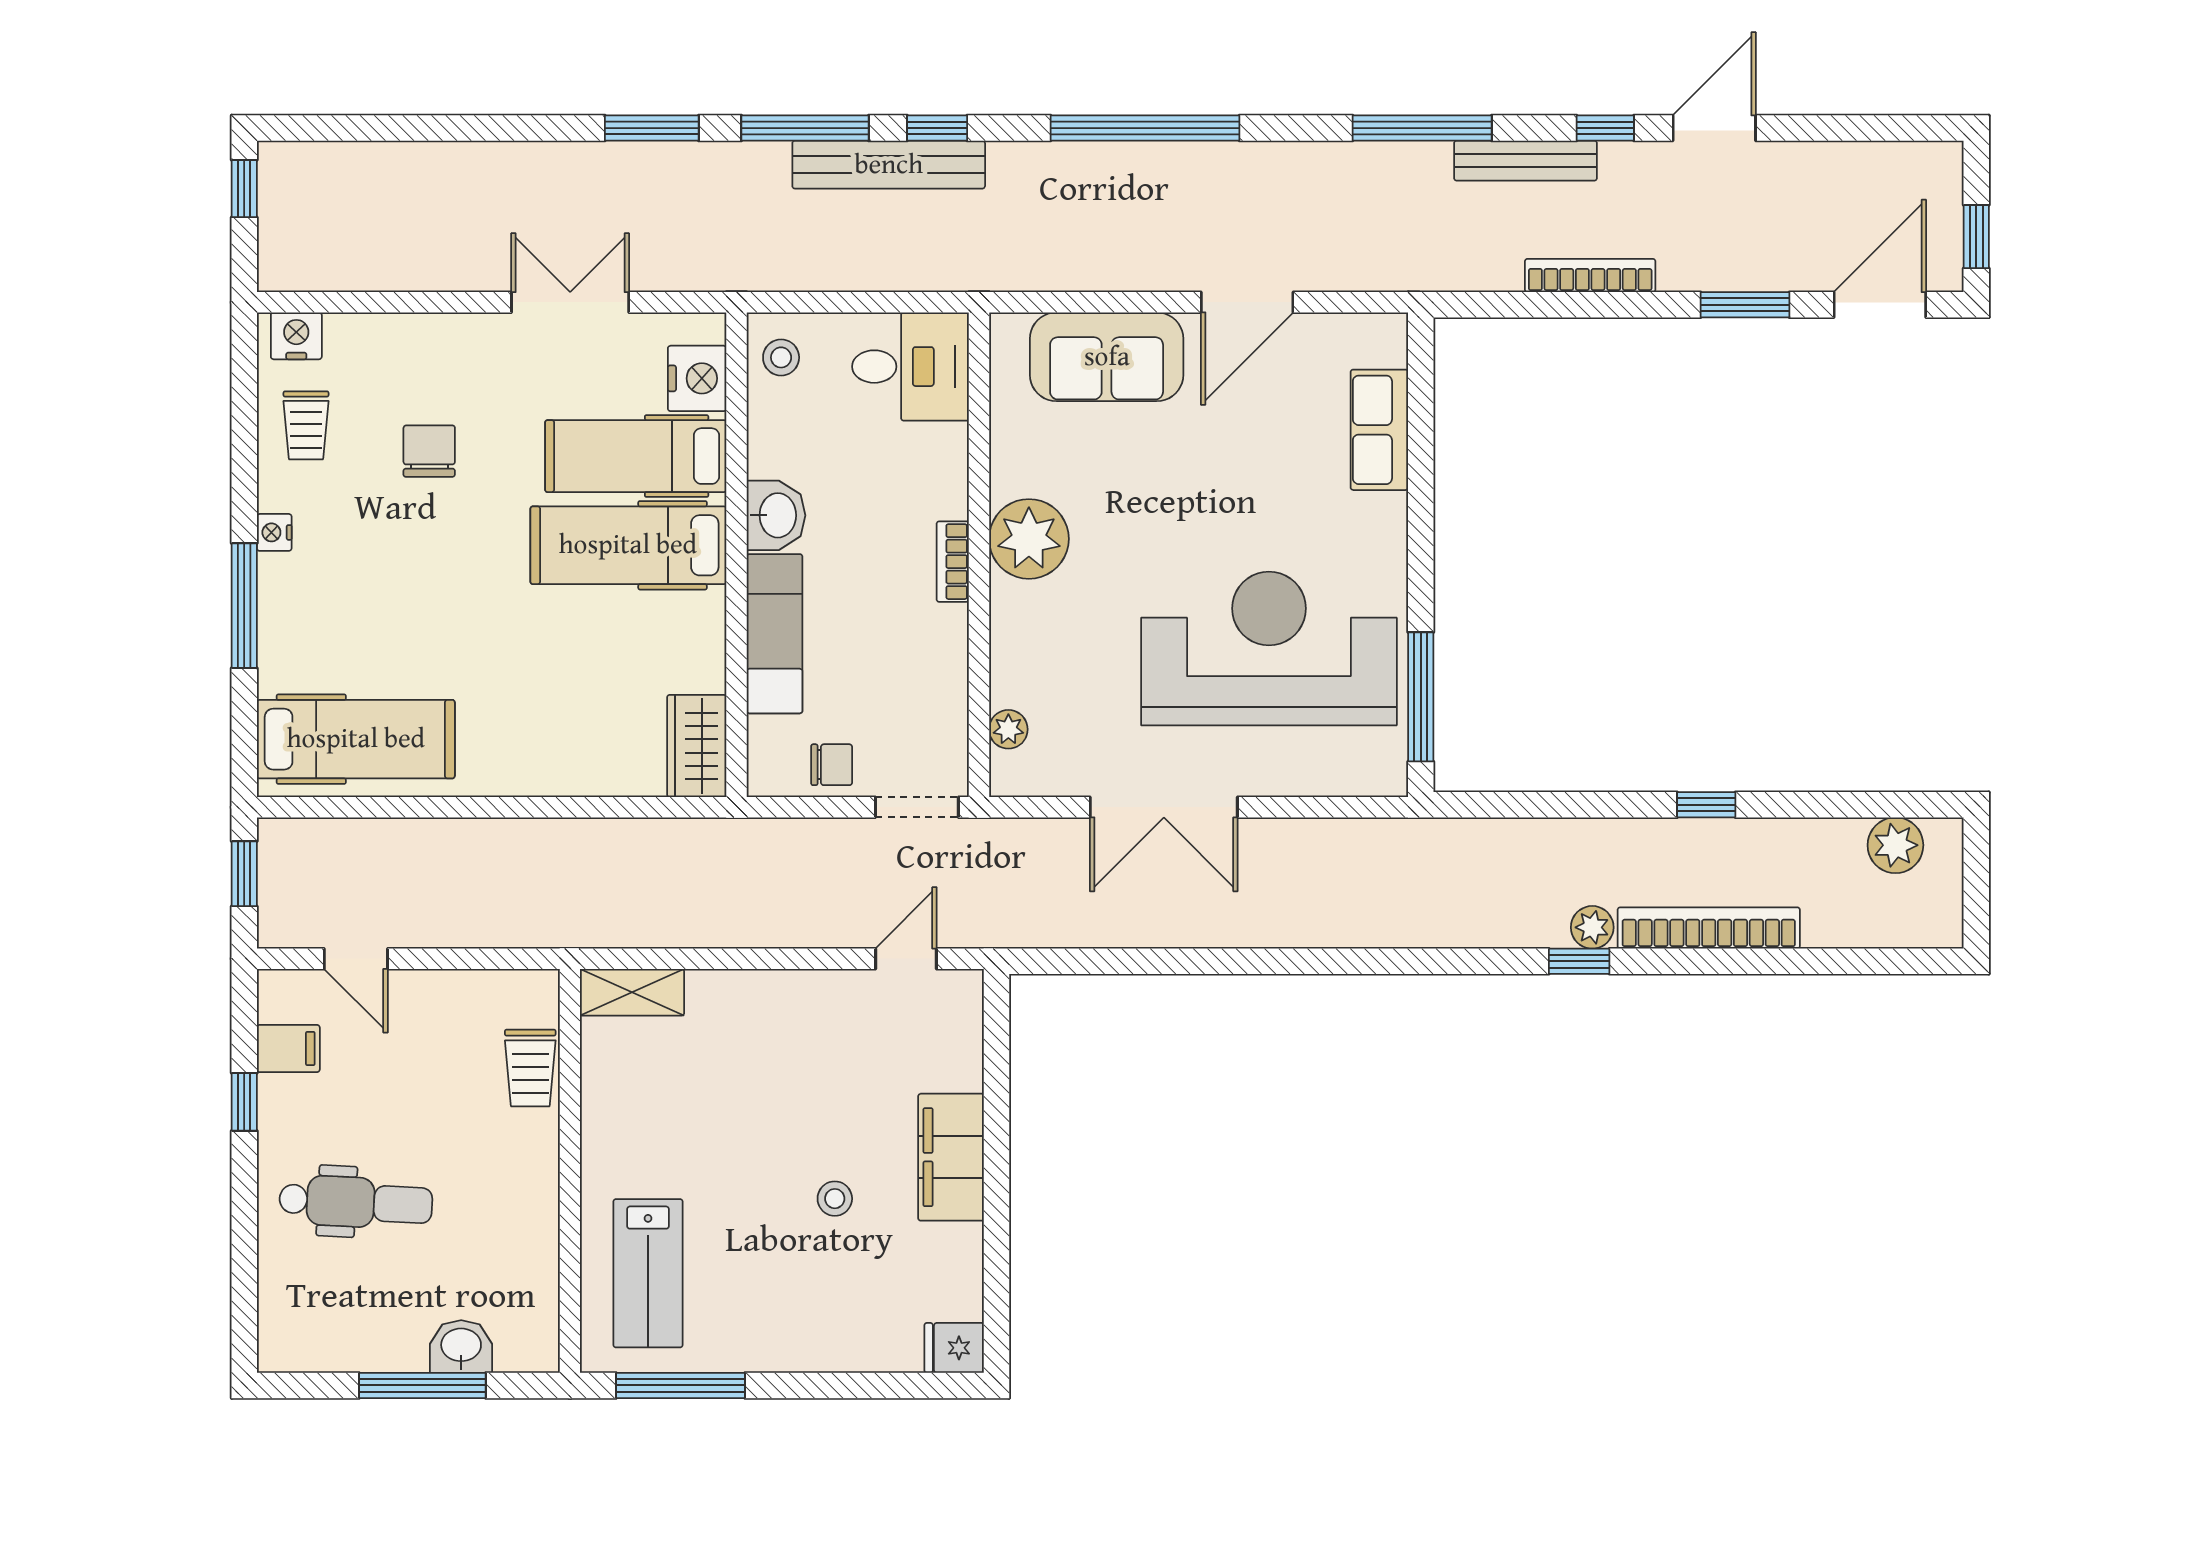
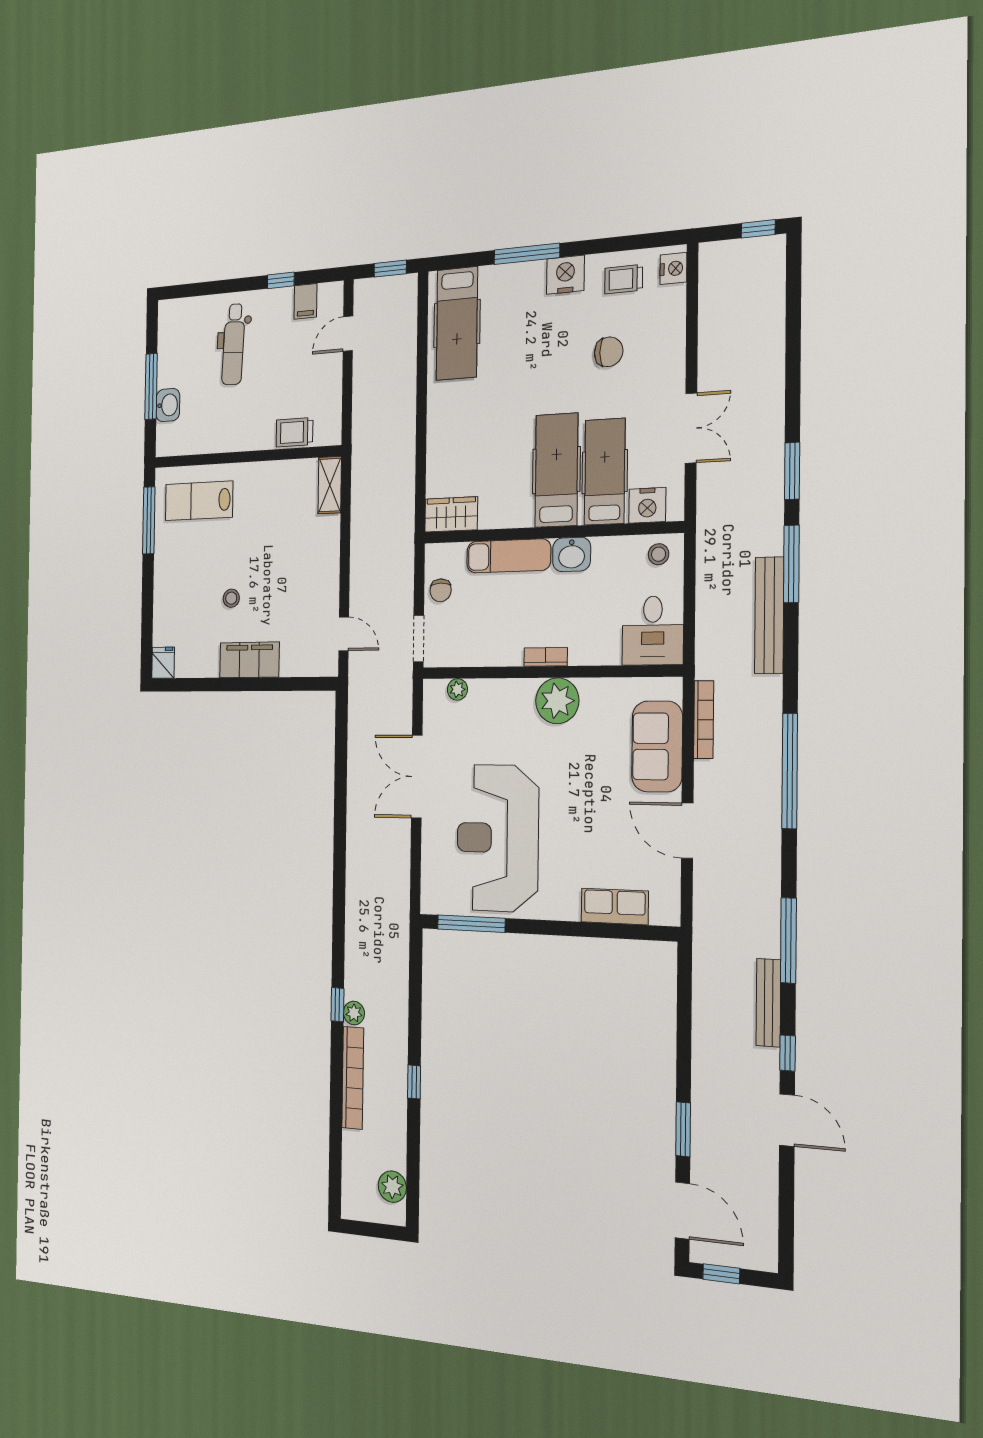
window: (937, 128) -> (791, 644), removed
bookcase: (1590, 275) -> (704, 720), moved
nightstand: (274, 532) -> (565, 275), width x1.89, depth x1.79
reception desk: (1269, 648) -> (498, 838), turned 180

